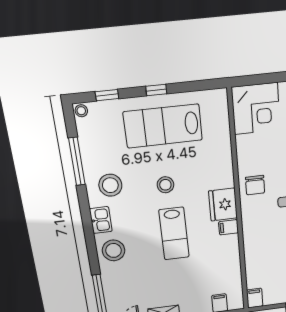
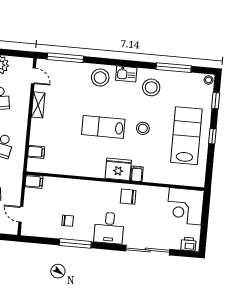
filing cabinet: (228, 227) -> (137, 174), moved

